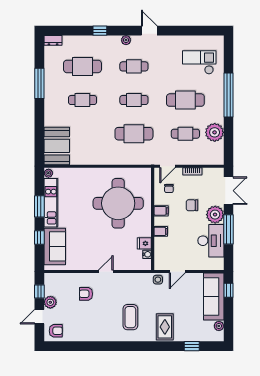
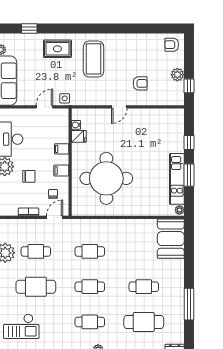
cafe table: (134, 134) -> (90, 251), width x0.73, depth x0.74
sofa: (55, 246) -> (173, 133), removed
door: (39, 317) -> (189, 60), removed
coffee table: (130, 317) -> (94, 59), width x1.36, depth x1.32
rug: (165, 327) -> (57, 49), turned 90

